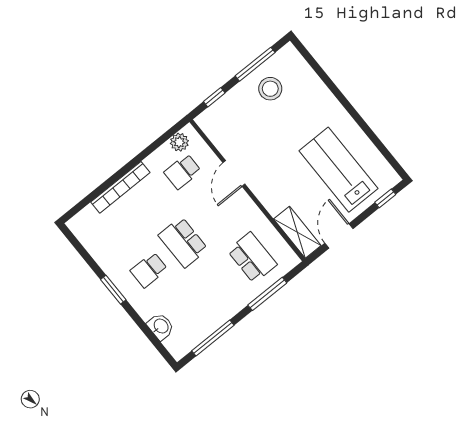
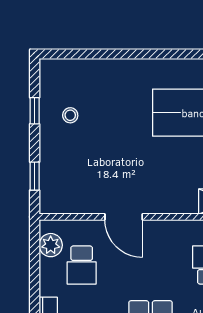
window: (255, 64) -> (35, 111), width x0.46
stool: (270, 89) -> (70, 115), width x0.53, depth x0.53

